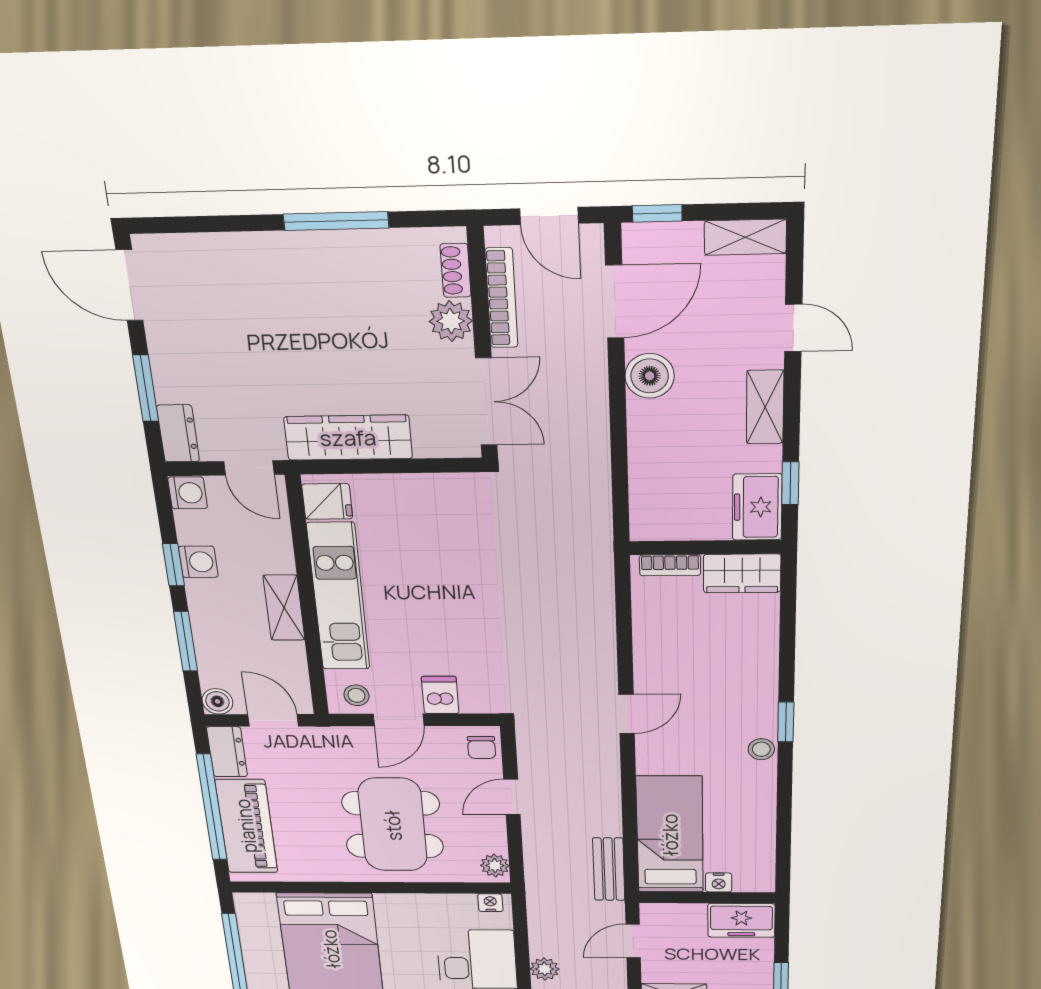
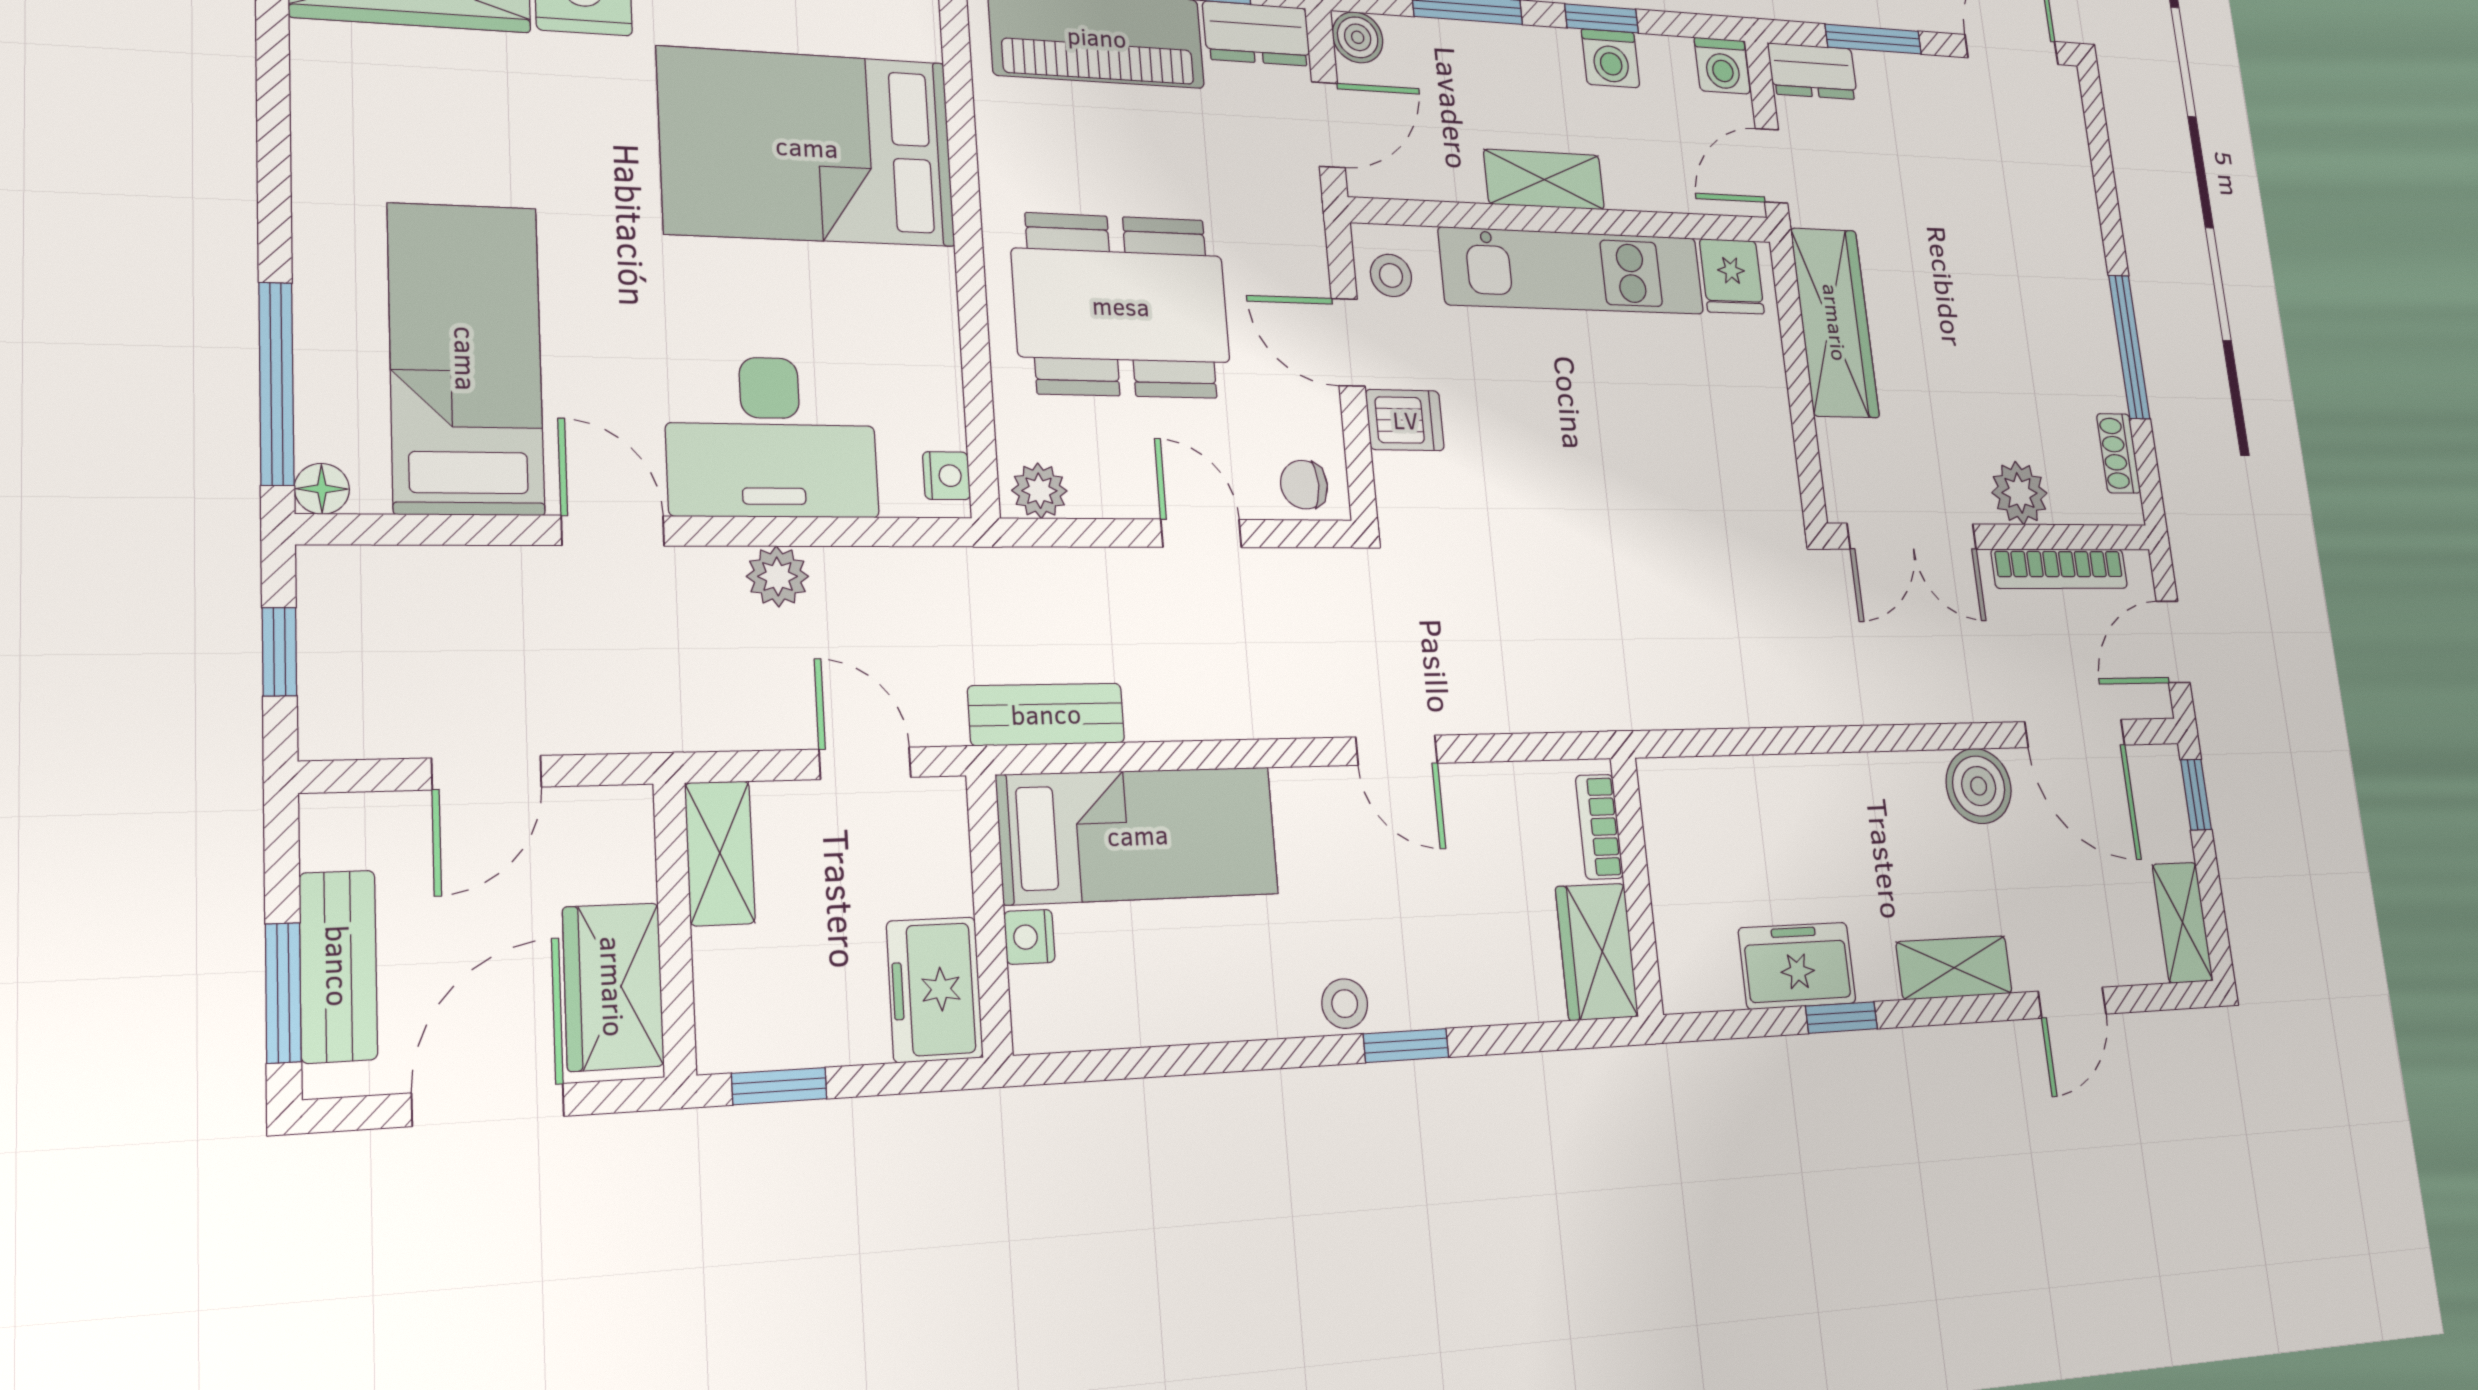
shoe rack: (456, 270) -> (2119, 453), moved, turned -90
wall: (705, 547) -> (1637, 886), moved
bookcase: (670, 565) -> (1599, 827), moved
wardrobe: (742, 573) -> (1597, 952), moved

